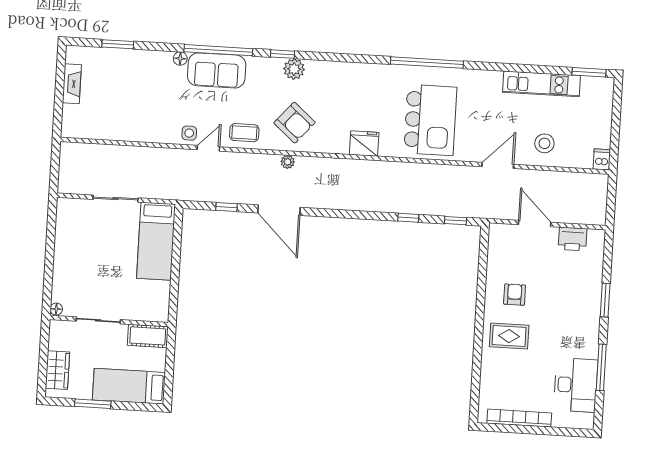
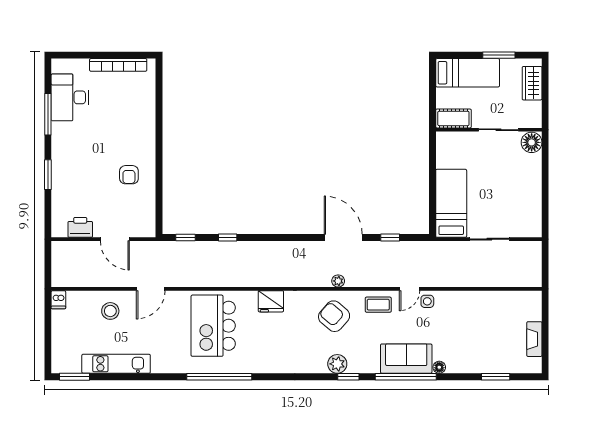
floor lamp: (56, 309) -> (532, 142), width x1.89, depth x1.89
rug: (509, 336) -> (132, 137), removed

